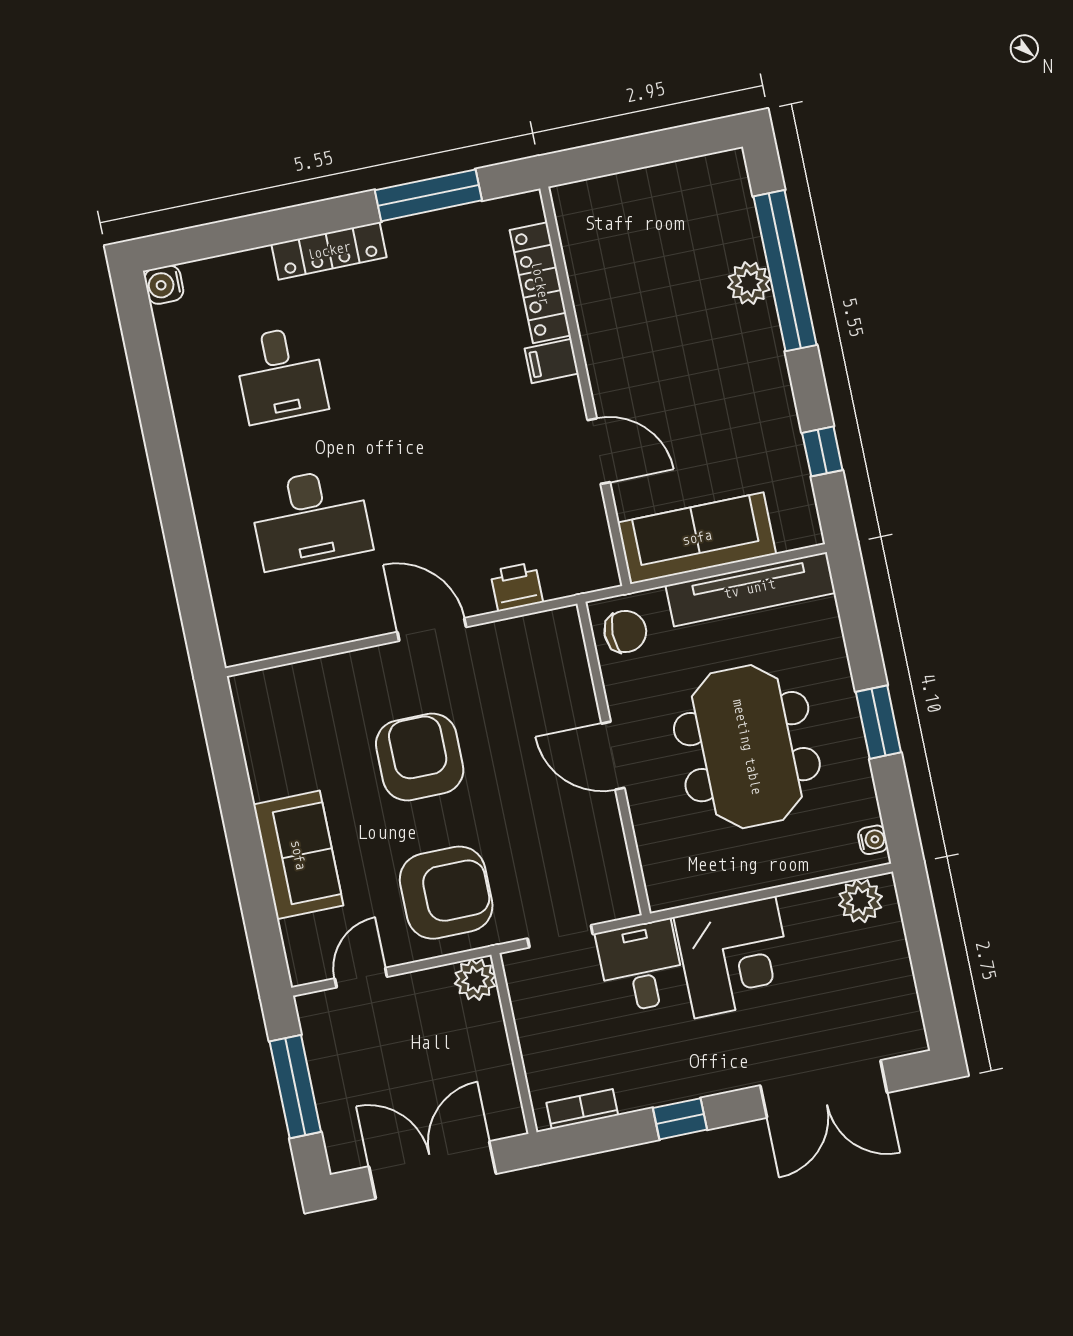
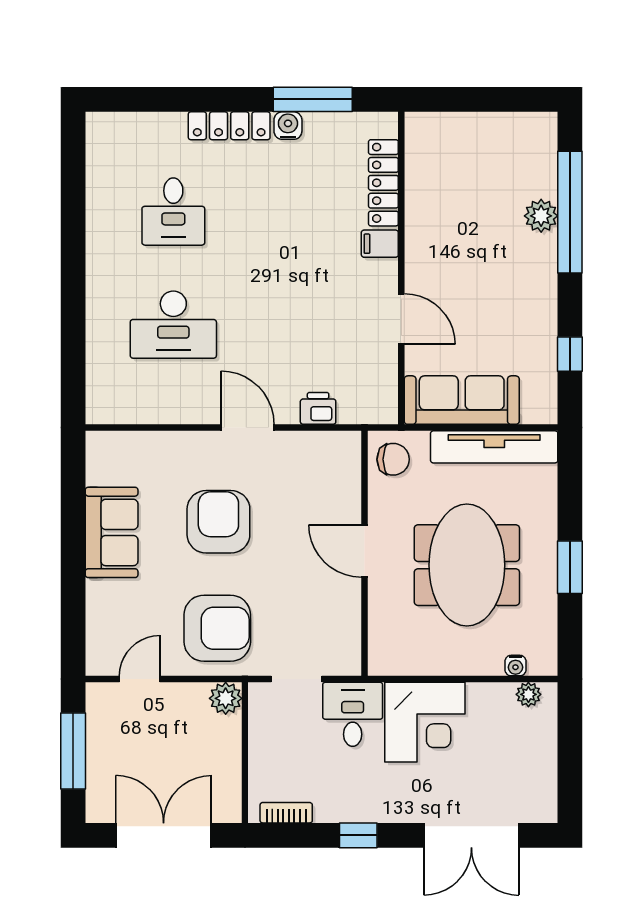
water cooler: (164, 285) -> (288, 126), moved, turned 90
water cooler: (873, 840) -> (515, 666), moved, turned 90
sofa: (298, 855) -> (112, 532), moved
plant: (860, 901) -> (528, 694), width x0.73, depth x0.73

